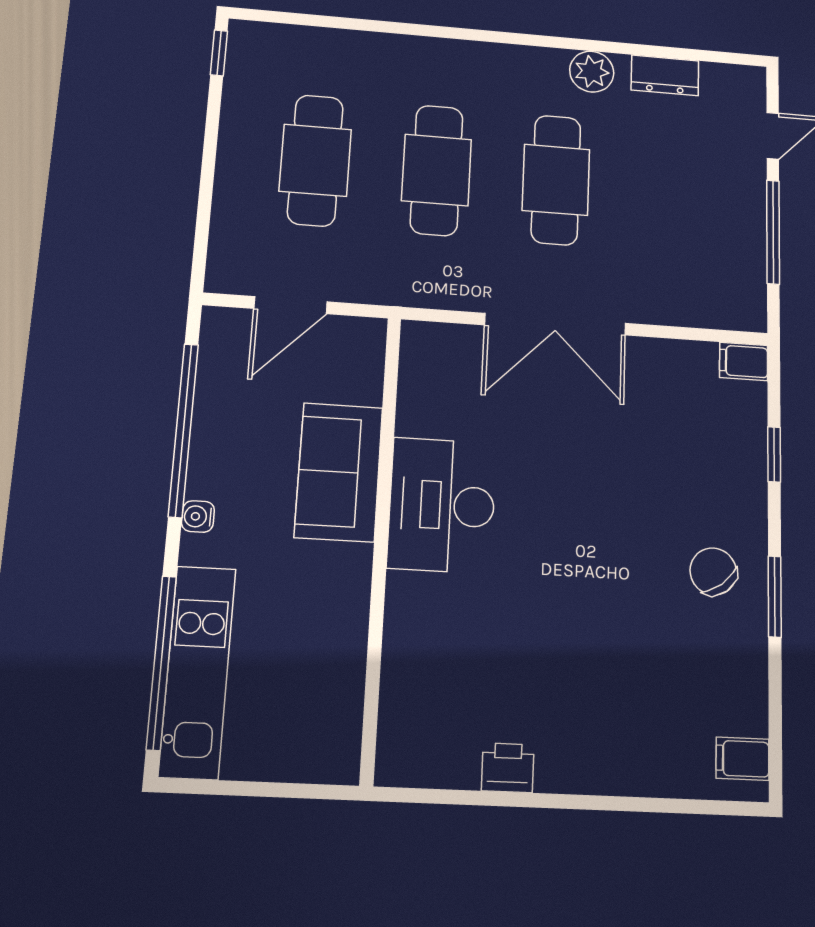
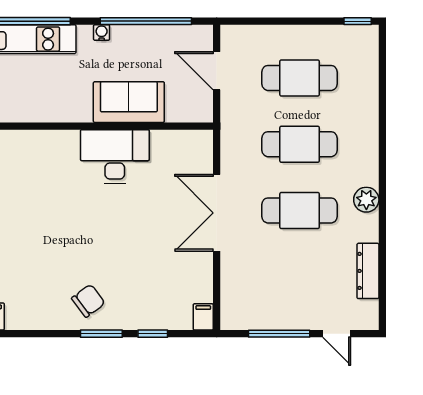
plant: (592, 72) -> (366, 200), moved
dresser: (665, 75) -> (368, 271), width x1.44
window: (775, 596) -> (101, 334), moved

